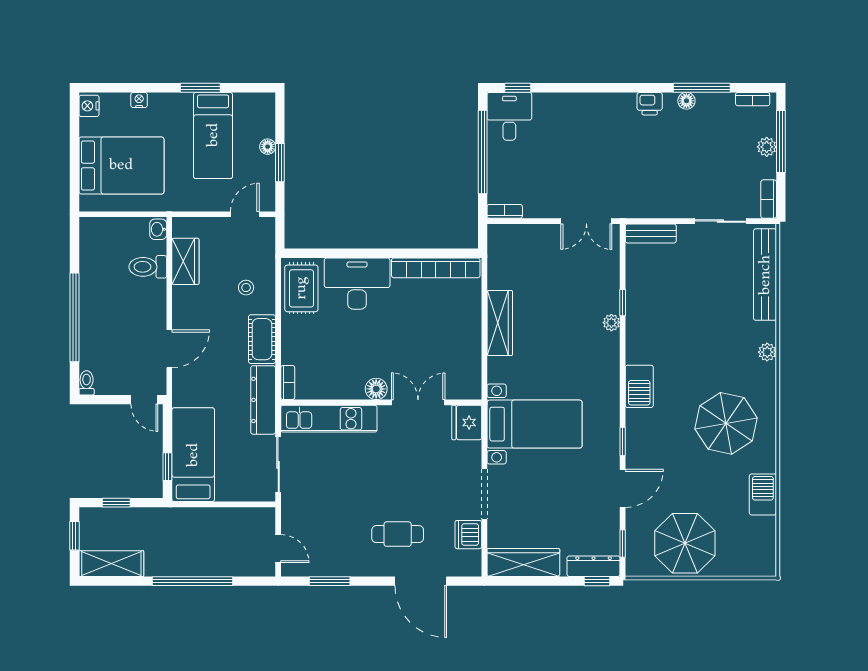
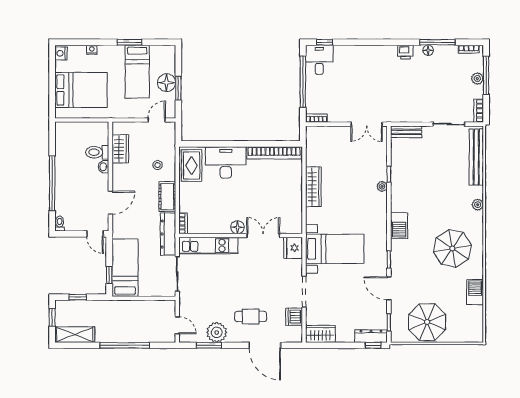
floor lamp: (268, 147) -> (167, 83), width x1.89, depth x1.89
washbasin: (158, 229) -> (104, 167), moved
door: (623, 488) -> (389, 288), swing flipped
plant: (342, 560) -> (217, 332), added
wardrobe: (523, 563) -> (320, 334), width x0.67

